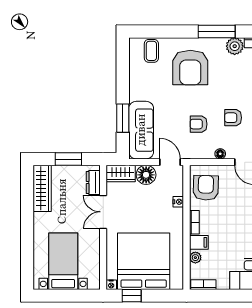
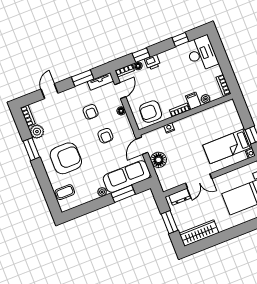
window: (217, 32) -> (31, 149), width x0.69
plant: (135, 94) -> (102, 192), added
wardrobe: (121, 173) -> (165, 179), removed
bed: (144, 261) -> (227, 146), width x0.49

